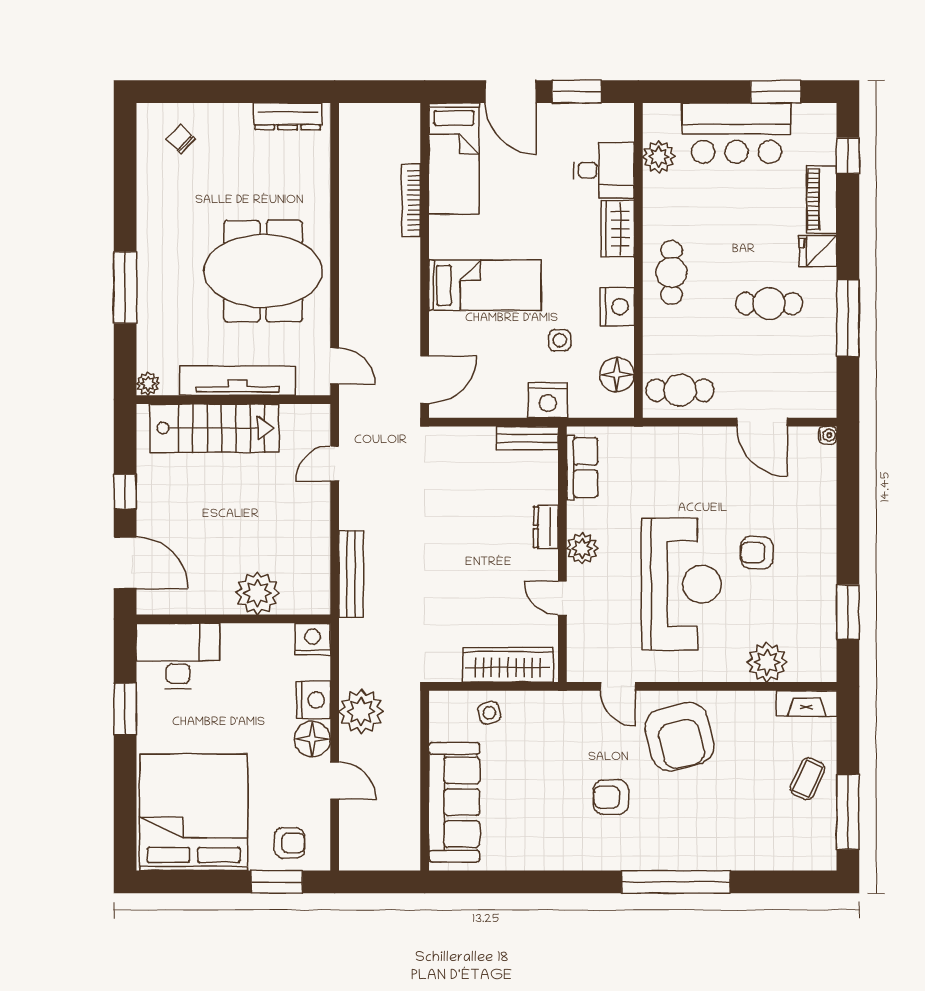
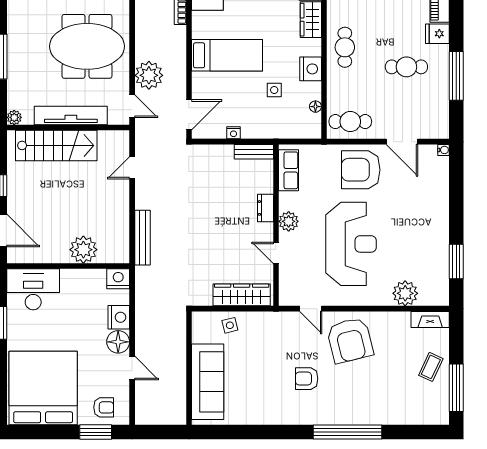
floor lamp: (617, 375) -> (315, 107), width x0.53, depth x0.53
nightstand: (548, 400) -> (234, 133), moved, width x0.53, depth x0.56
armchair: (757, 553) -> (361, 170), moved, width x1.88, depth x1.88
plant: (361, 712) -> (149, 75), moved

